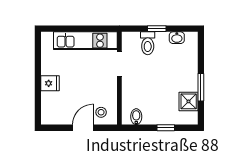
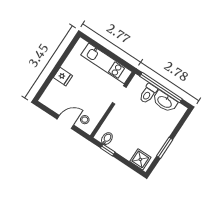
window: (157, 29) -> (161, 88), width x3.17
washbasin: (177, 38) -> (165, 102), width x1.91, depth x1.45
shower: (189, 101) -> (140, 159), moved
window: (166, 128) -> (108, 150), moved

